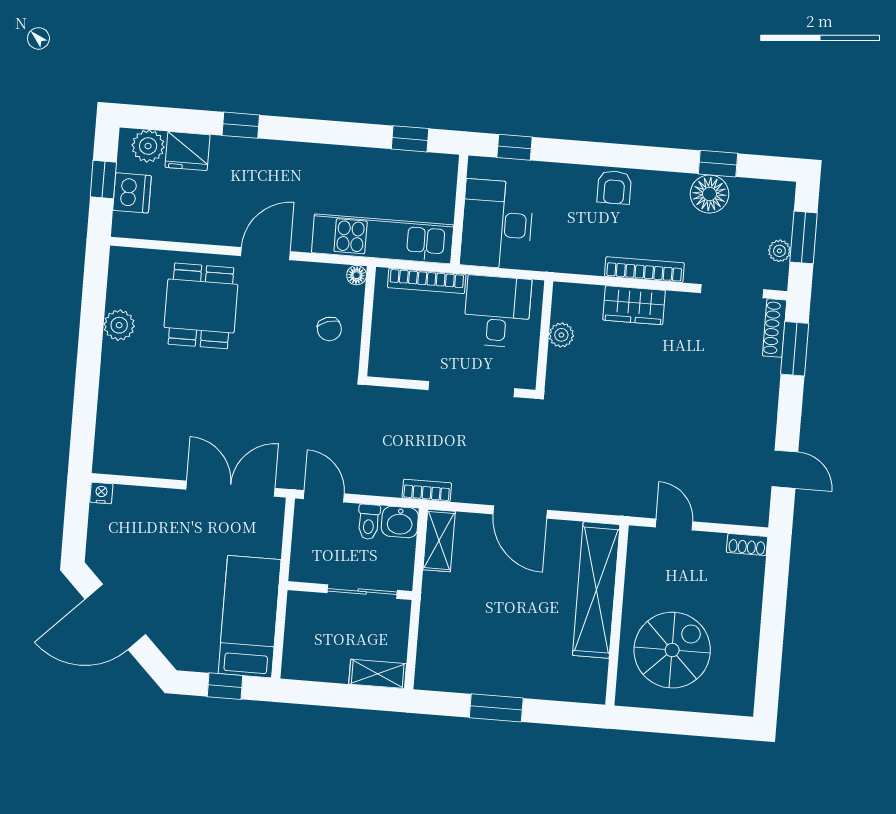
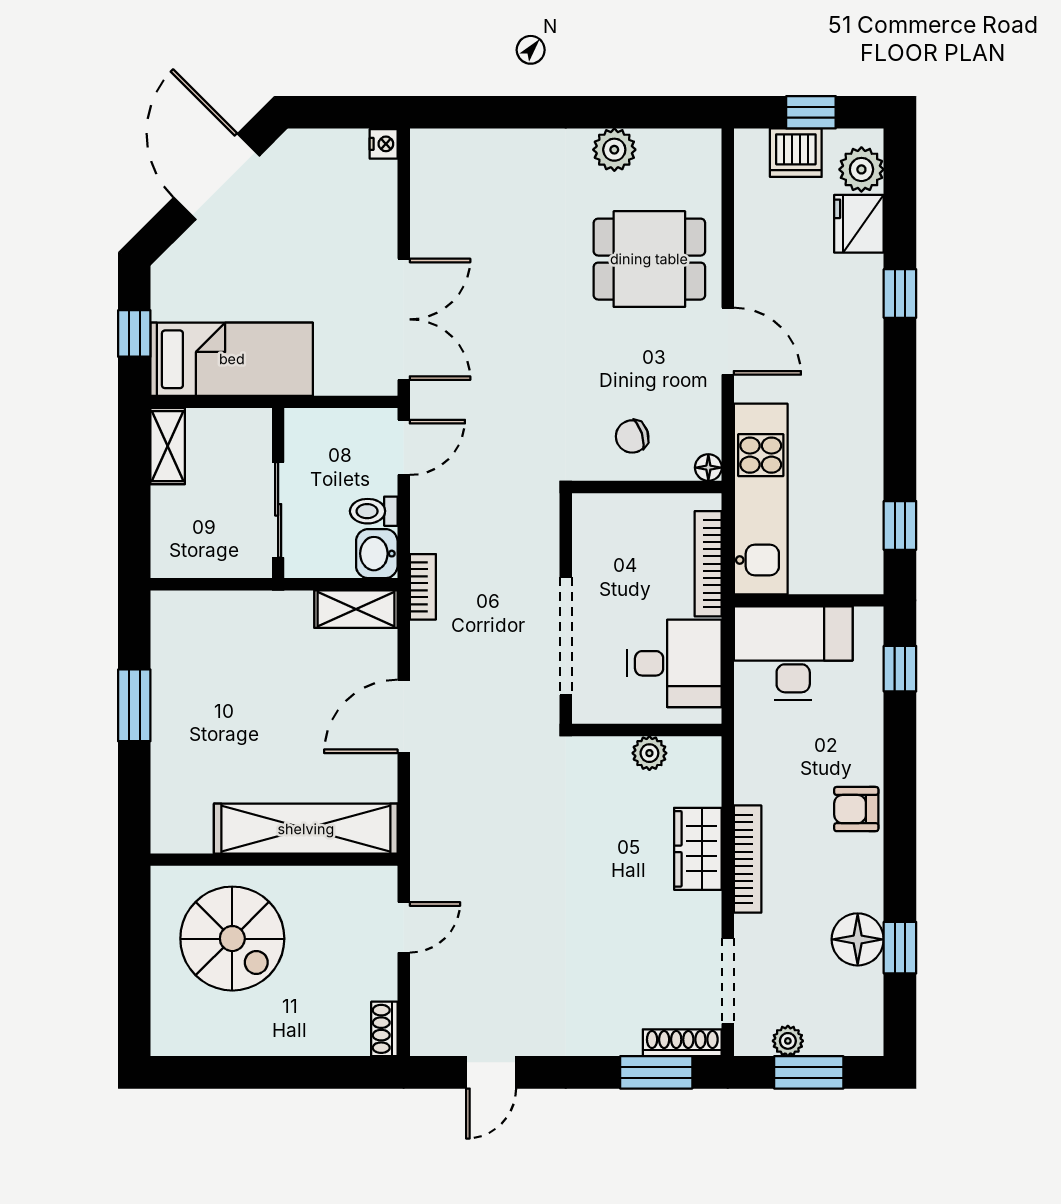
shelving: (378, 674) -> (168, 446), moved

